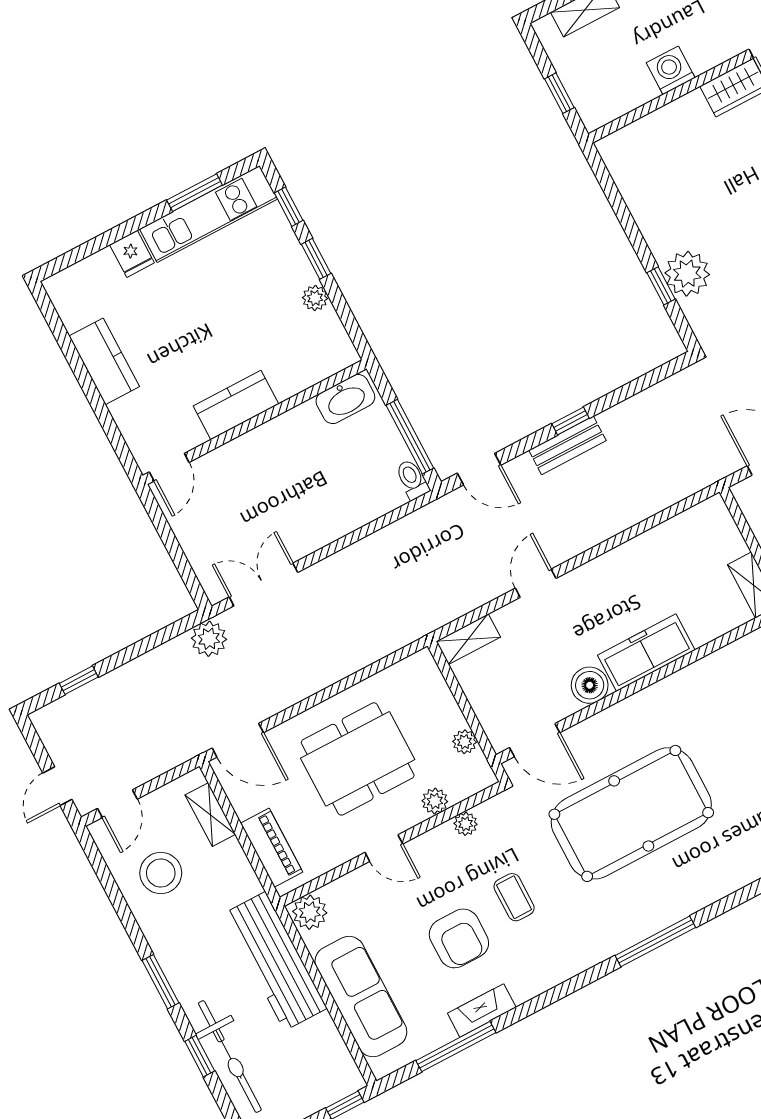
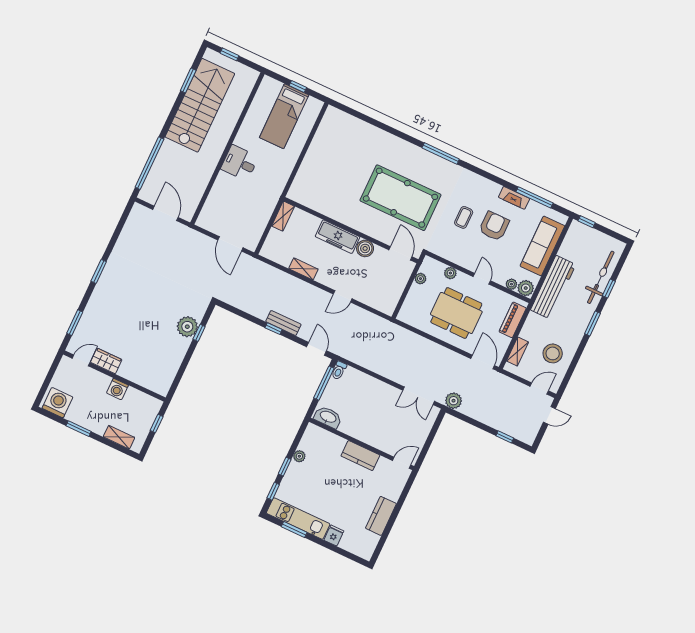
shelving: (468, 639) -> (303, 269), moved
plant: (466, 824) -> (511, 284), moved

